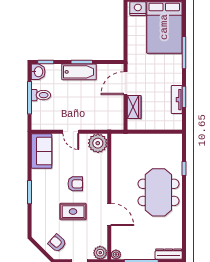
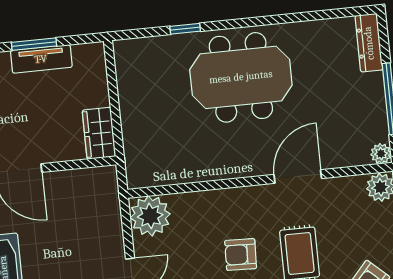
wardrobe: (134, 107) -> (99, 133), moved, turned -90
armchair: (75, 184) -> (241, 255), turned -88

